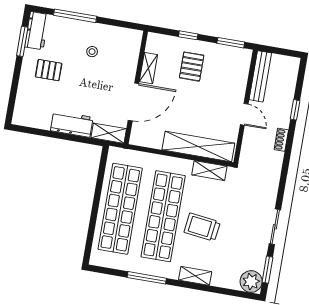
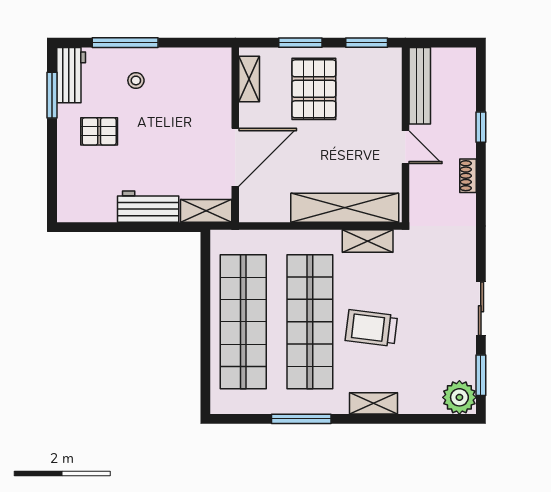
window: (188, 35) -> (300, 43), width x1.50
stool: (92, 52) -> (136, 80), moved
pallet: (192, 67) -> (314, 89), width x1.50, depth x1.42
shelving: (148, 68) -> (249, 79), moved

